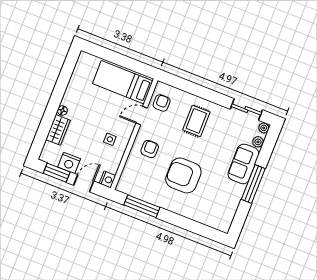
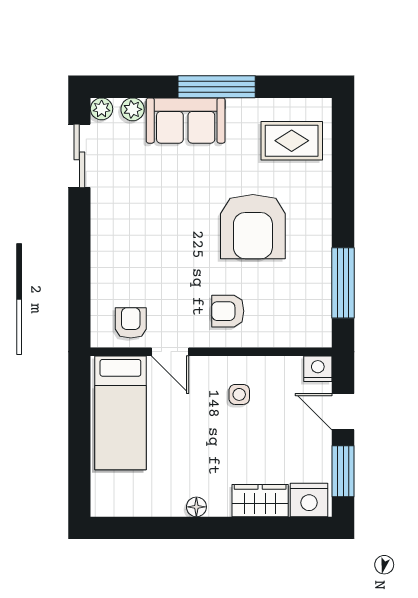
armchair: (162, 103) -> (131, 323), turned 90
floor lamp: (62, 111) -> (196, 507), moved
rug: (196, 121) -> (292, 141), moved
nightstand: (69, 163) -> (309, 500), moved, turned 90

